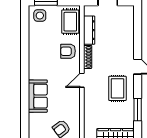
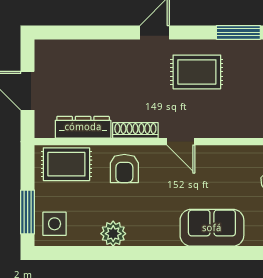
plant: (35, 46) -> (113, 234), added

